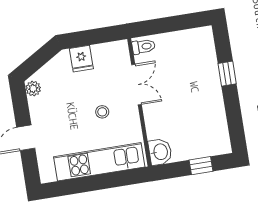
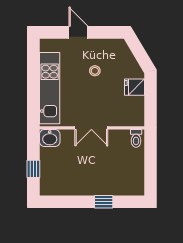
double door: (136, 85) -> (91, 128), moved
plant: (33, 88) -> (117, 45), removed
stool: (102, 112) -> (95, 71), moved

